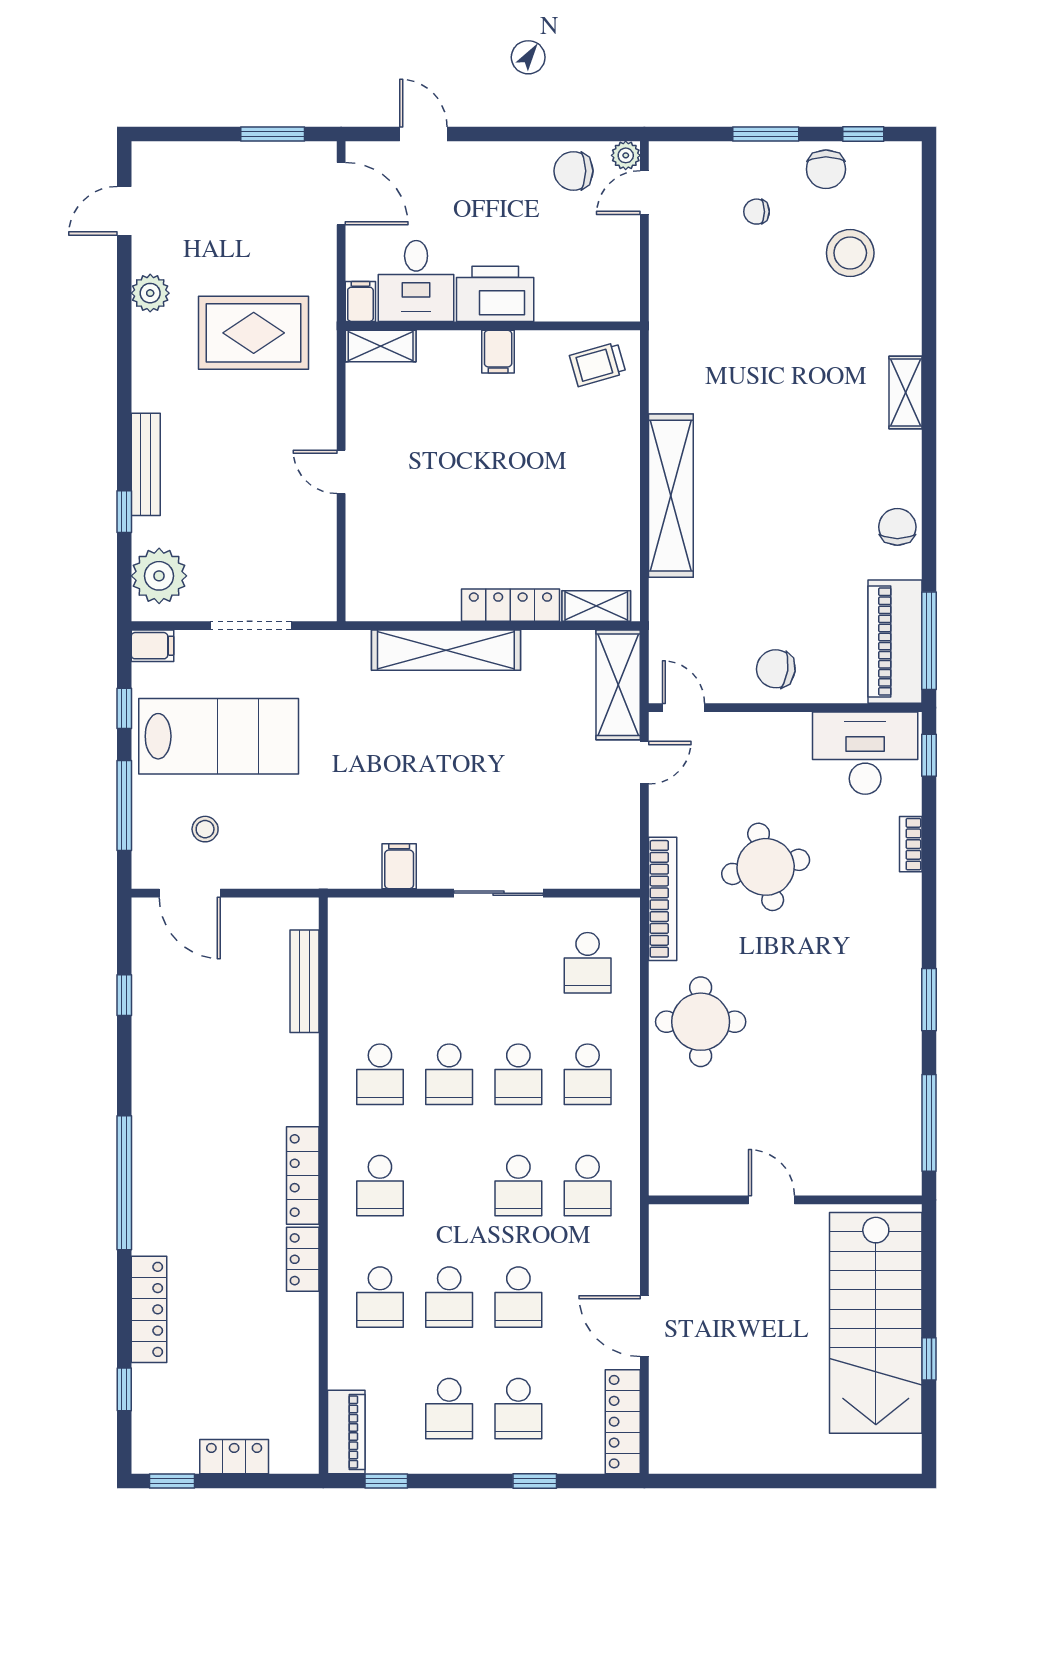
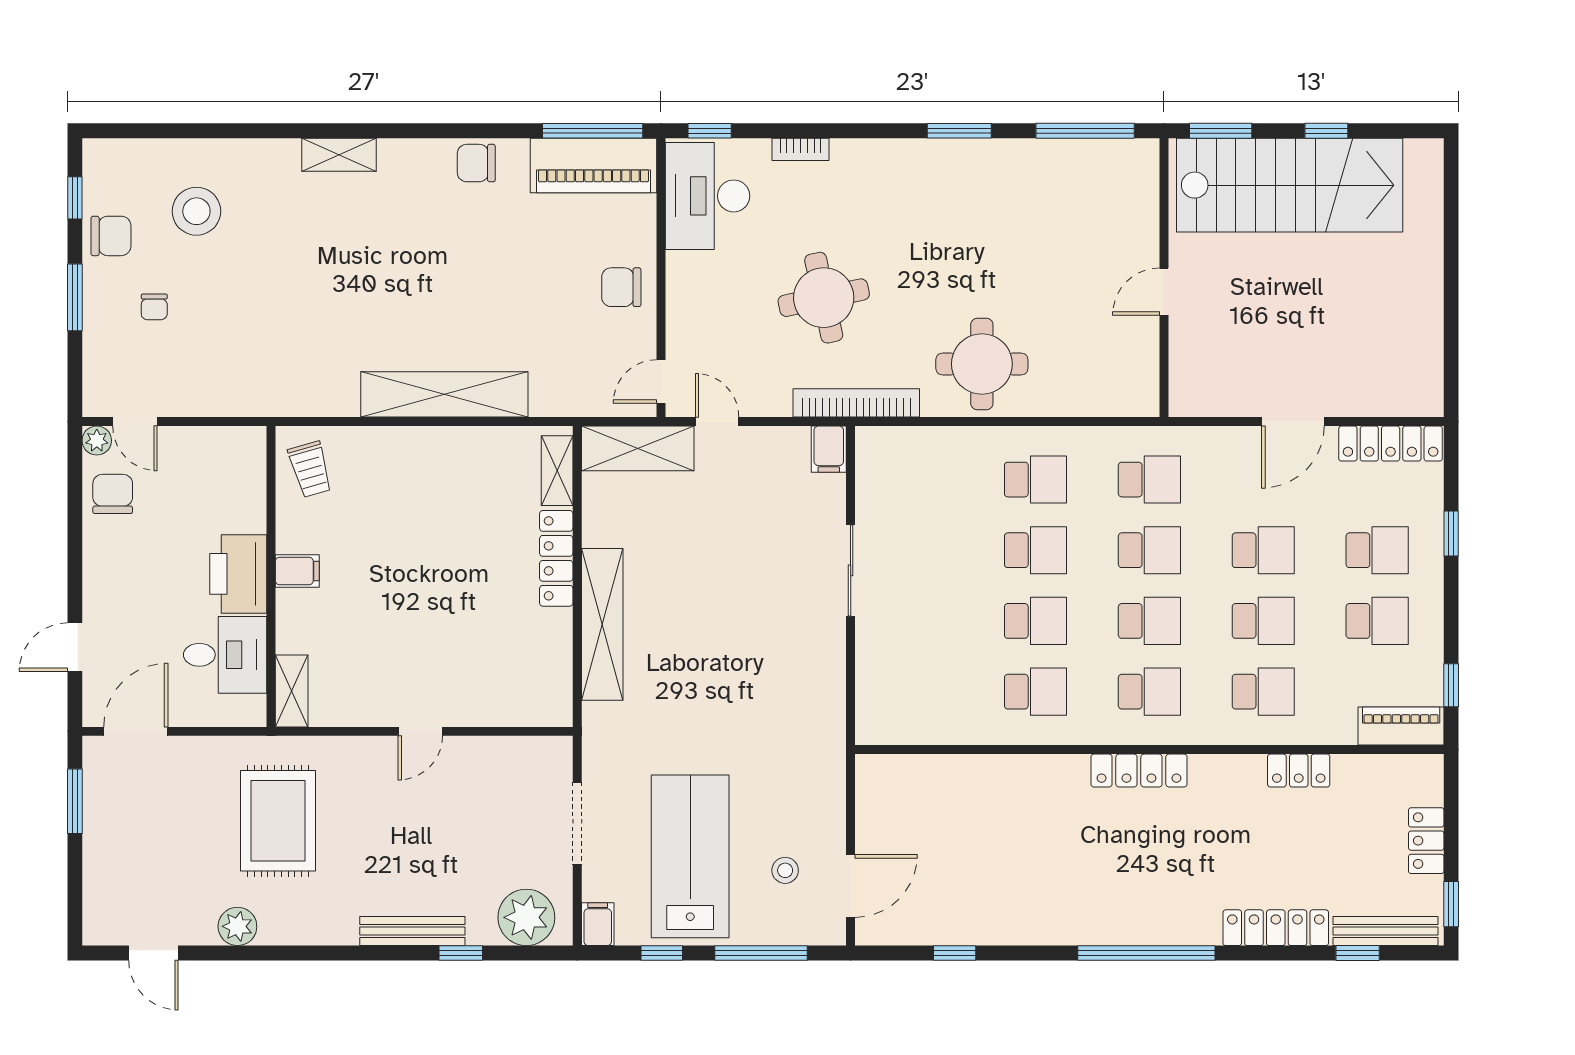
chair: (573, 171) -> (113, 494), turned 180
filing cabinet: (360, 302) -> (246, 712), removed
chair: (776, 669) -> (621, 287), turned 82
filing cabinet: (399, 866) -> (829, 449), moved, turned -90
school desk: (588, 963) -> (1149, 621), moved
bench: (305, 981) -> (1386, 931), moved
window: (929, 1255) -> (1221, 131), added
locker: (303, 1259) -> (1299, 771), moved

